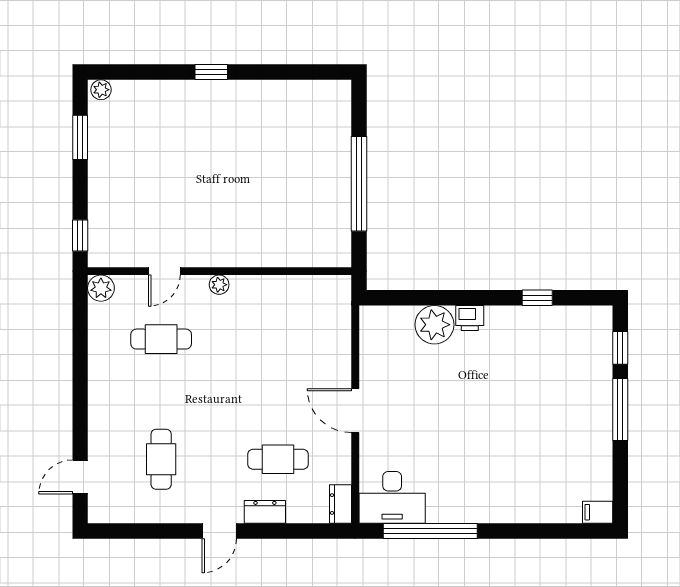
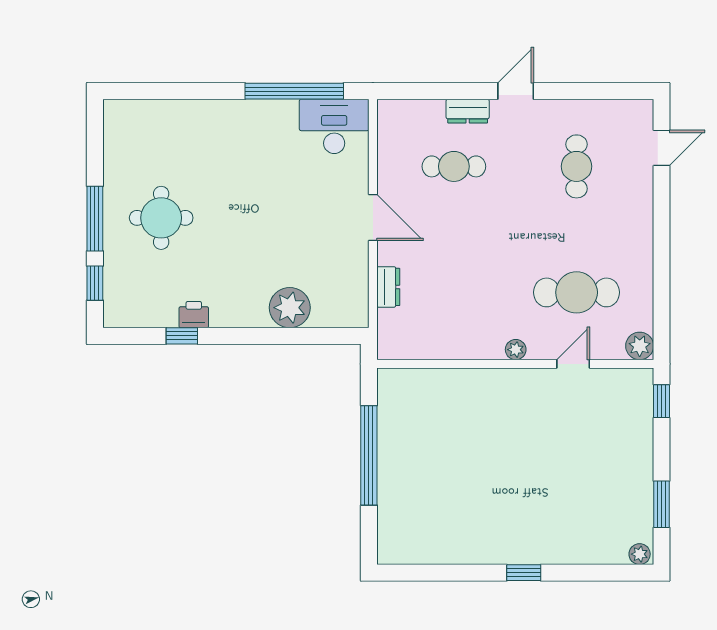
printer: (470, 318) -> (194, 315), moved
cafe table: (161, 339) -> (577, 292), width x1.37, depth x1.35
round table: (557, 410) -> (161, 218), added
dresser: (341, 504) -> (388, 287), moved
filing cabinet: (598, 512) -> (119, 111), removed

